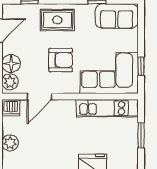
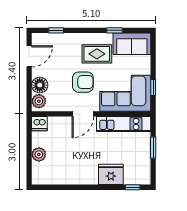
rug: (57, 20) -> (97, 54), moved
door: (39, 96) -> (83, 114), moved

